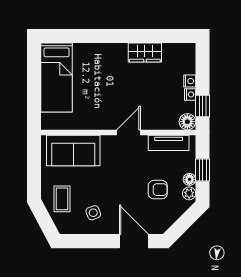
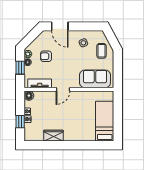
window: (203, 106) -> (20, 122), moved

